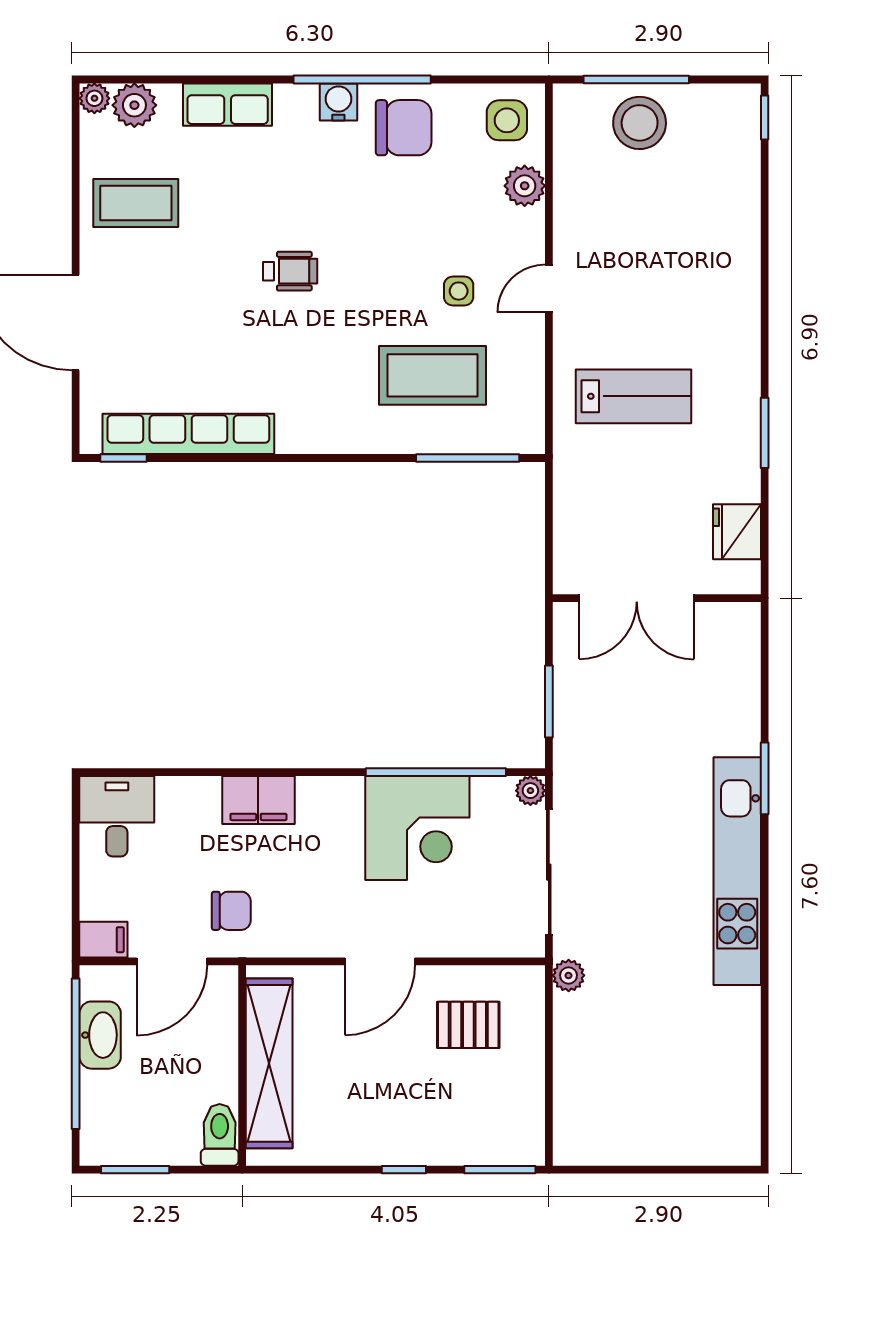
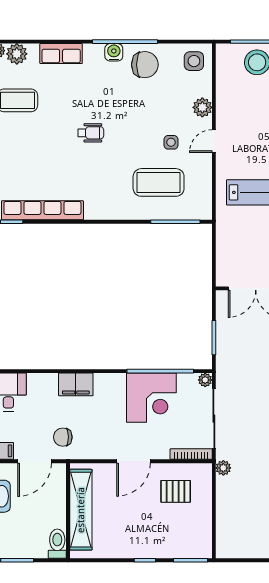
plant: (525, 186) -> (202, 107), moved
chair: (231, 911) -> (63, 437), turned 180
bookcase: (501, 946) -> (191, 454), added

